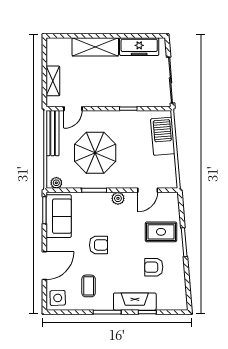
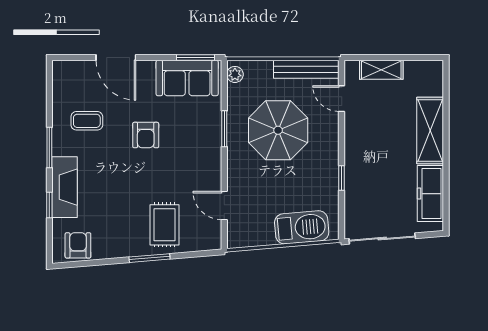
plant: (118, 198) -> (213, 163), removed
armchair: (154, 267) -> (78, 245), moved
side table: (58, 298) -> (70, 76), removed

